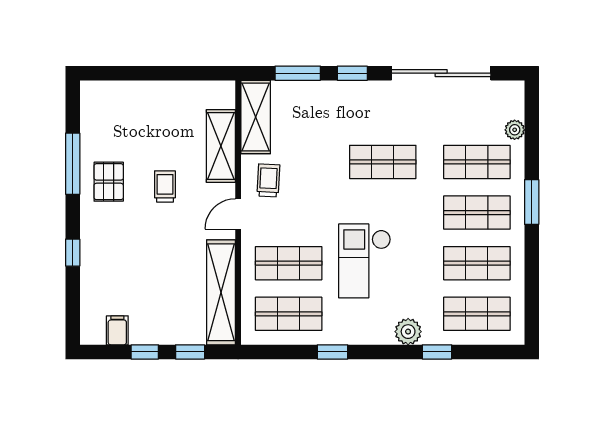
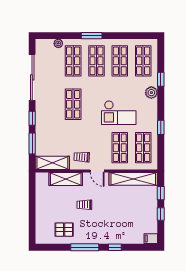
window: (73, 164) -> (85, 247), moved
pallet: (109, 182) -> (64, 230), moved
filing cabinet: (117, 330) -> (151, 239), moved

